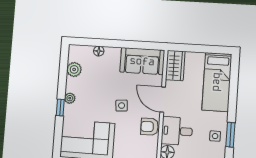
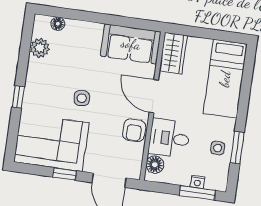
floor lamp: (99, 51) -> (58, 24), moved
plant: (70, 98) -> (32, 86), removed
side table: (122, 106) -> (82, 98), moved
armchair: (149, 127) -> (134, 130), turned -89

